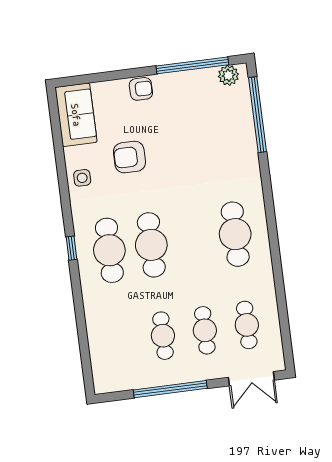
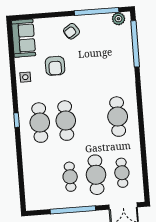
armchair: (141, 89) -> (72, 31), moved, turned 147
armchair: (129, 157) -> (55, 66), turned -90
cafe table: (205, 330) -> (96, 175), width x1.37, depth x1.35

